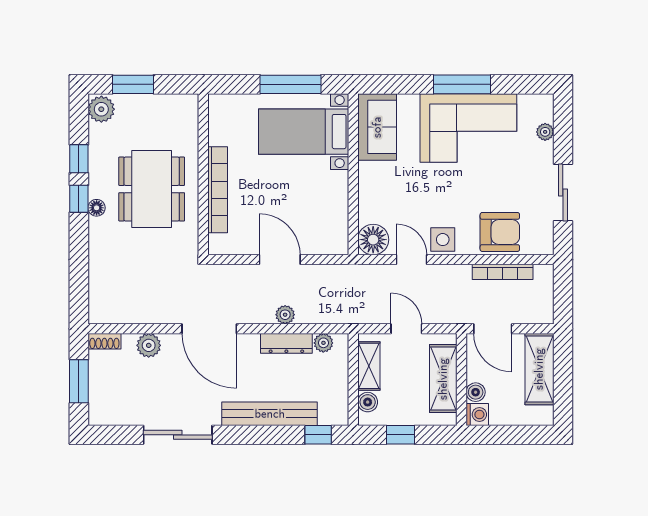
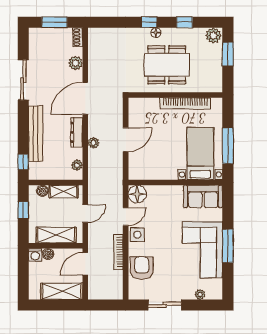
bookcase: (218, 190) -> (185, 103), moved
window: (79, 199) -> (149, 22), moved
armchair: (500, 232) -> (142, 268), turned 180
bookcase: (503, 272) -> (118, 252), moved
dresser: (286, 343) -> (77, 132), moved

